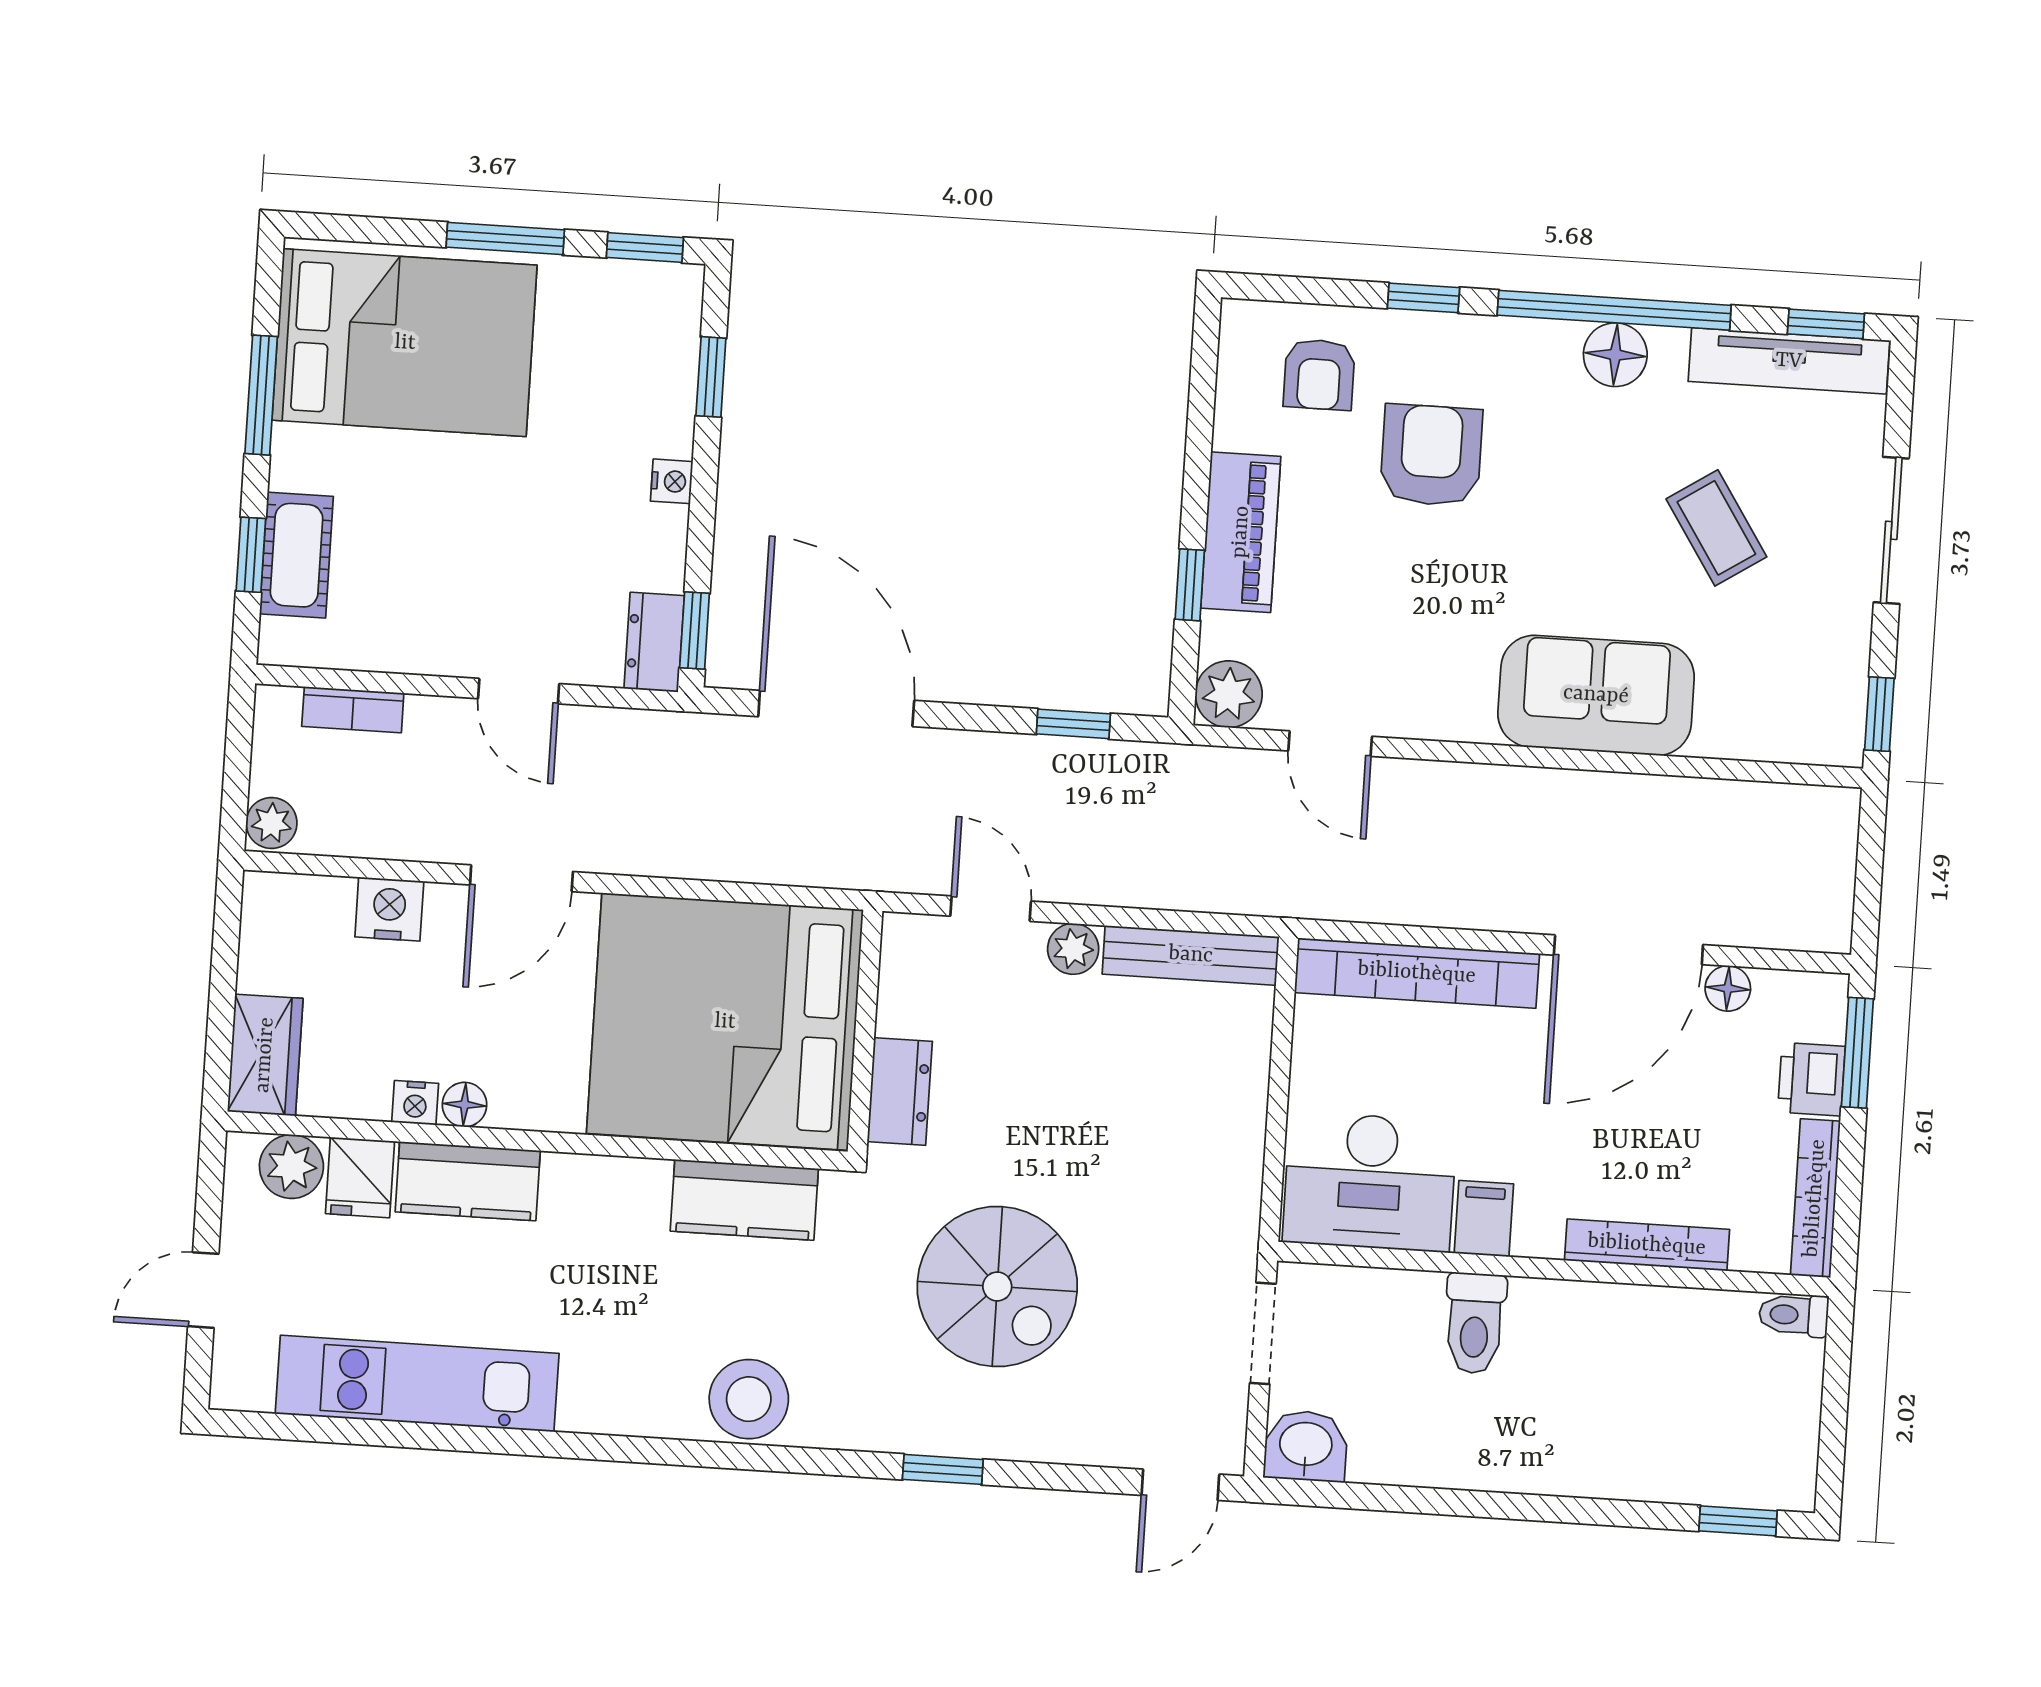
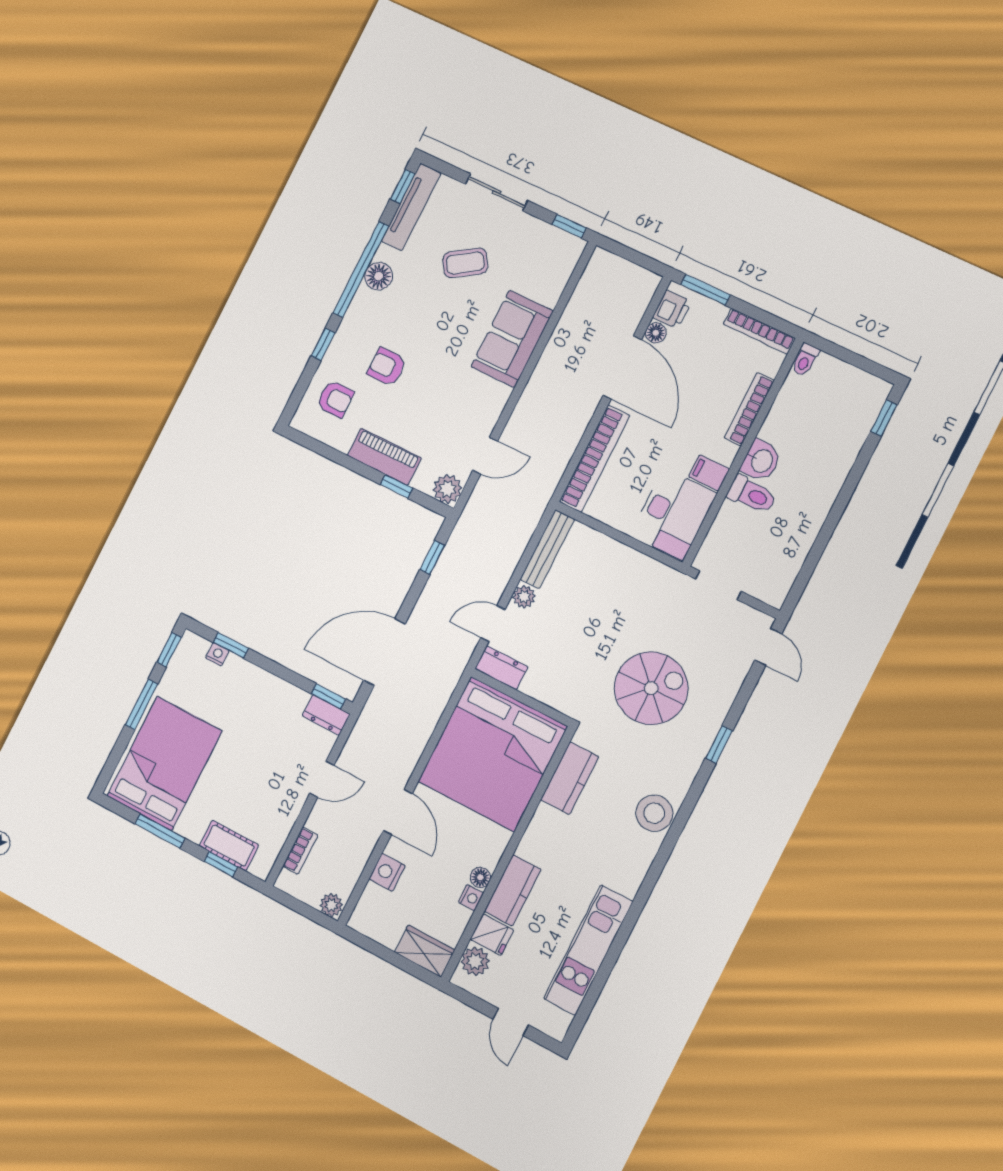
armchair: (1431, 455) -> (387, 367), width x0.72, depth x0.72
nightstand: (672, 481) -> (217, 654), moved
printer: (1811, 1079) -> (672, 309), moved, turned -90
dresser: (900, 1091) -> (501, 668), moved
washbasin: (1306, 1446) -> (761, 461), moved, turned 180

